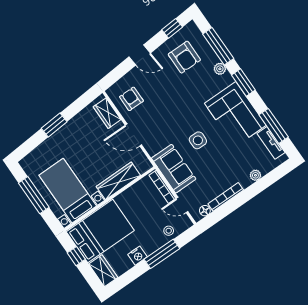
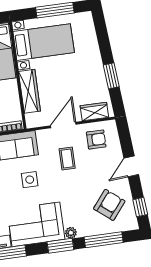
armchair: (184, 57) -> (109, 205), turned 129
plant: (220, 69) -> (71, 233), moved
coffee table: (162, 116) -> (67, 159), added
window: (54, 125) -> (111, 76), moved

